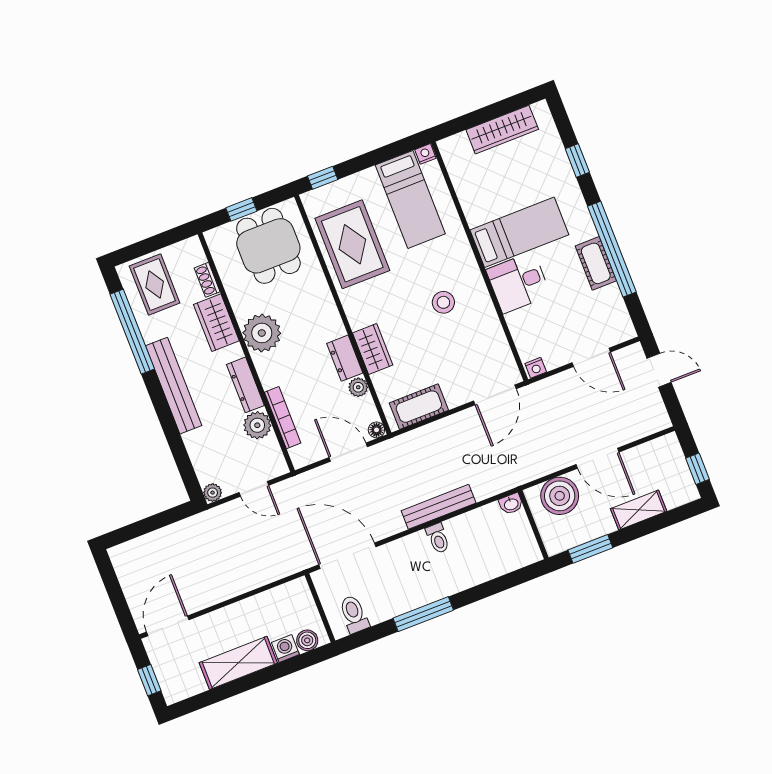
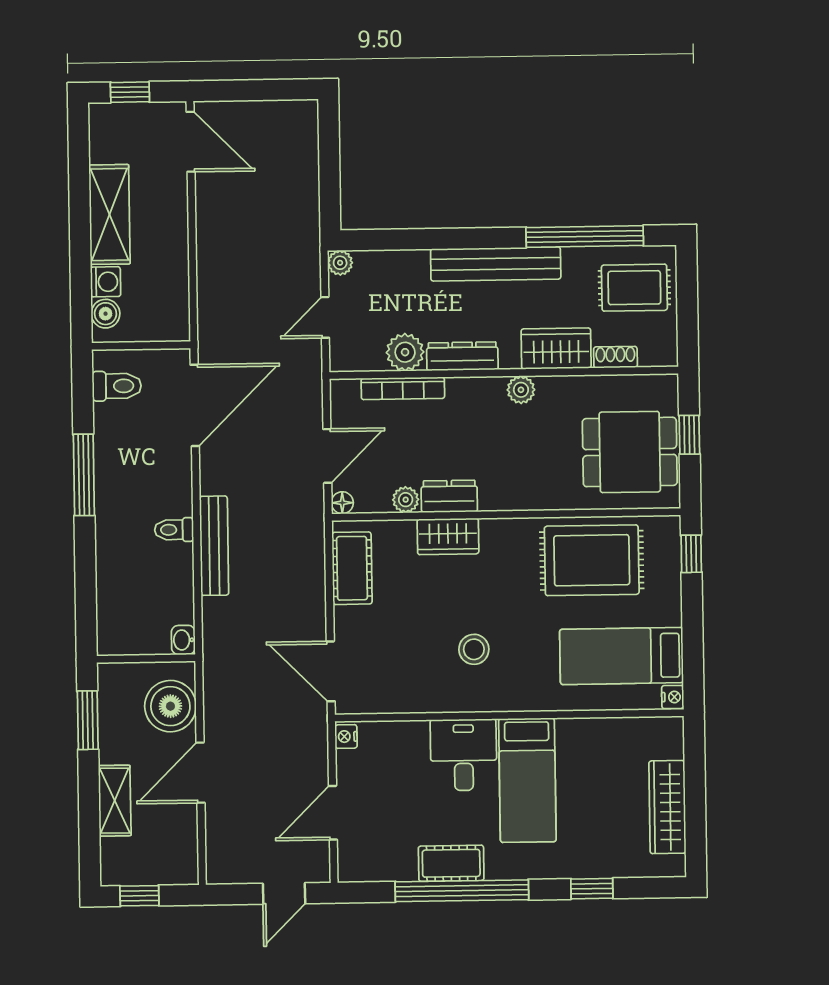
plant: (262, 333) -> (521, 390), width x0.53, depth x0.53

